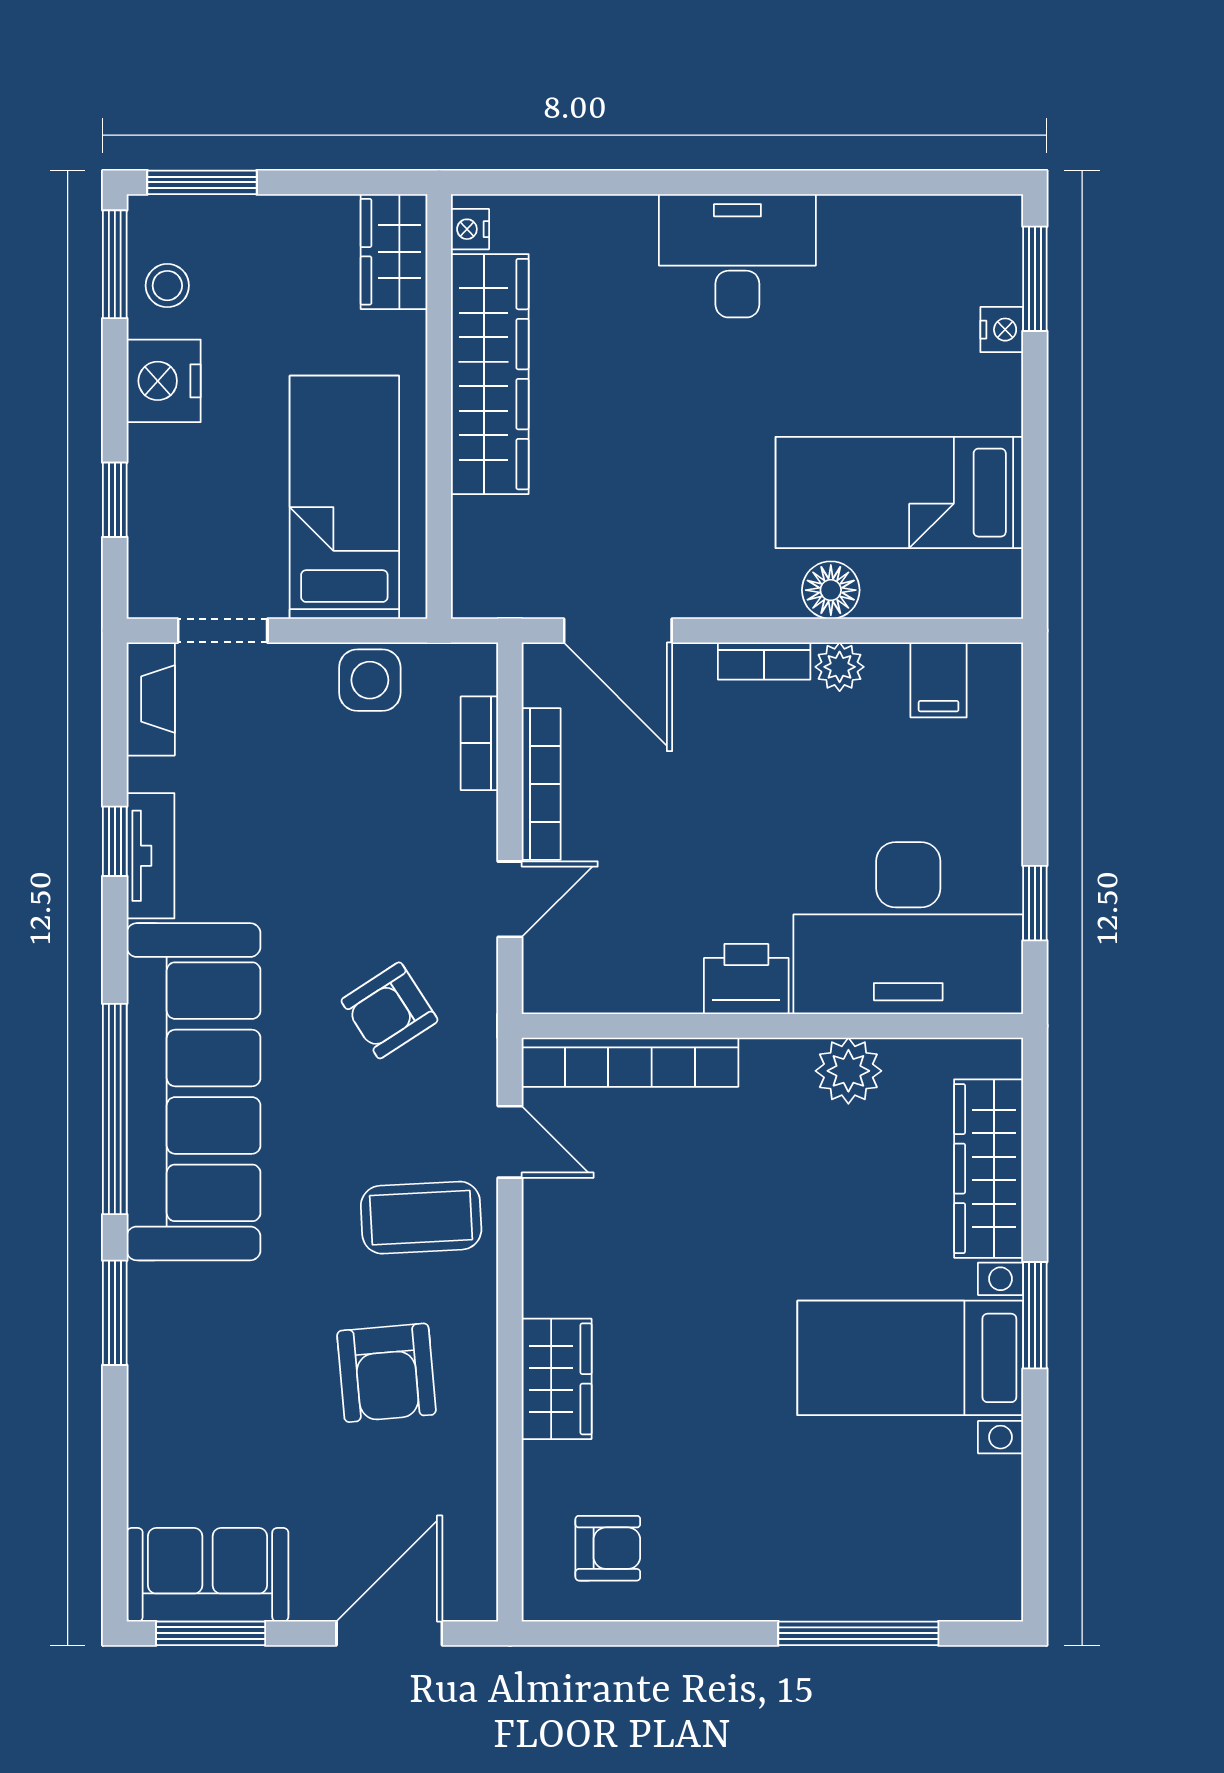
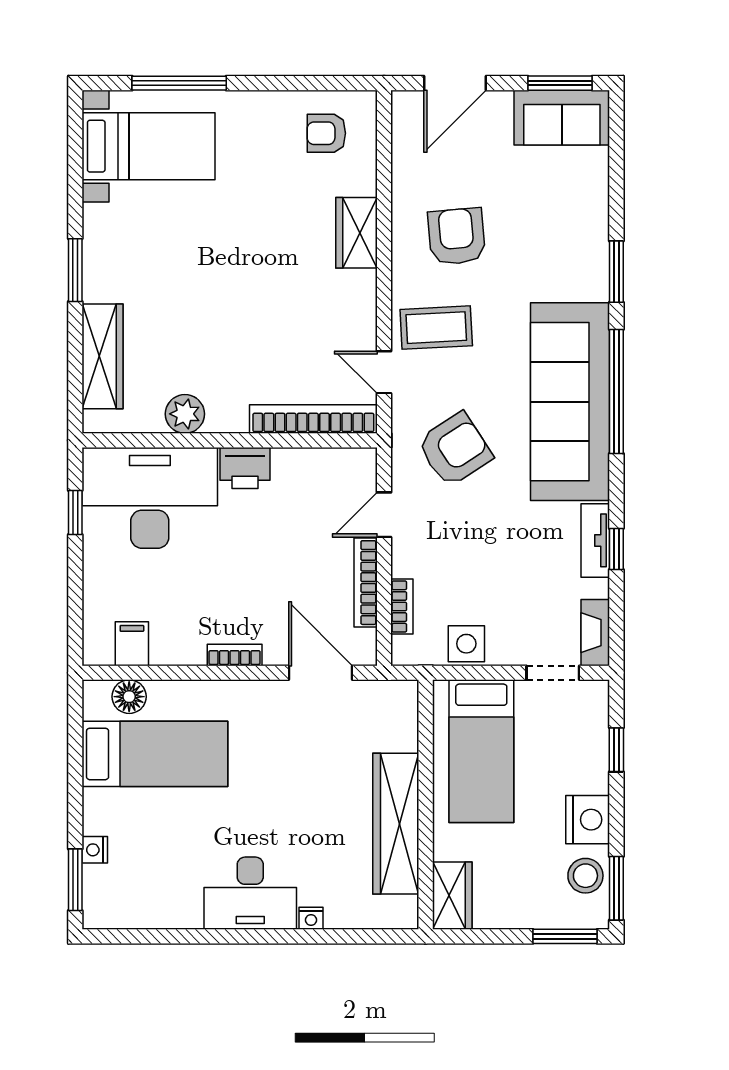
nightstand: (470, 229) -> (311, 918), moved, turned 90
stool: (167, 286) -> (585, 876), width x1.37, depth x1.37
floor lamp: (831, 590) -> (129, 697), moved
plant: (840, 667) -> (190, 651), removed
armchair: (389, 1010) -> (455, 449), width x1.38, depth x1.38
bed with nightstands: (910, 1358) -> (149, 146), moved

